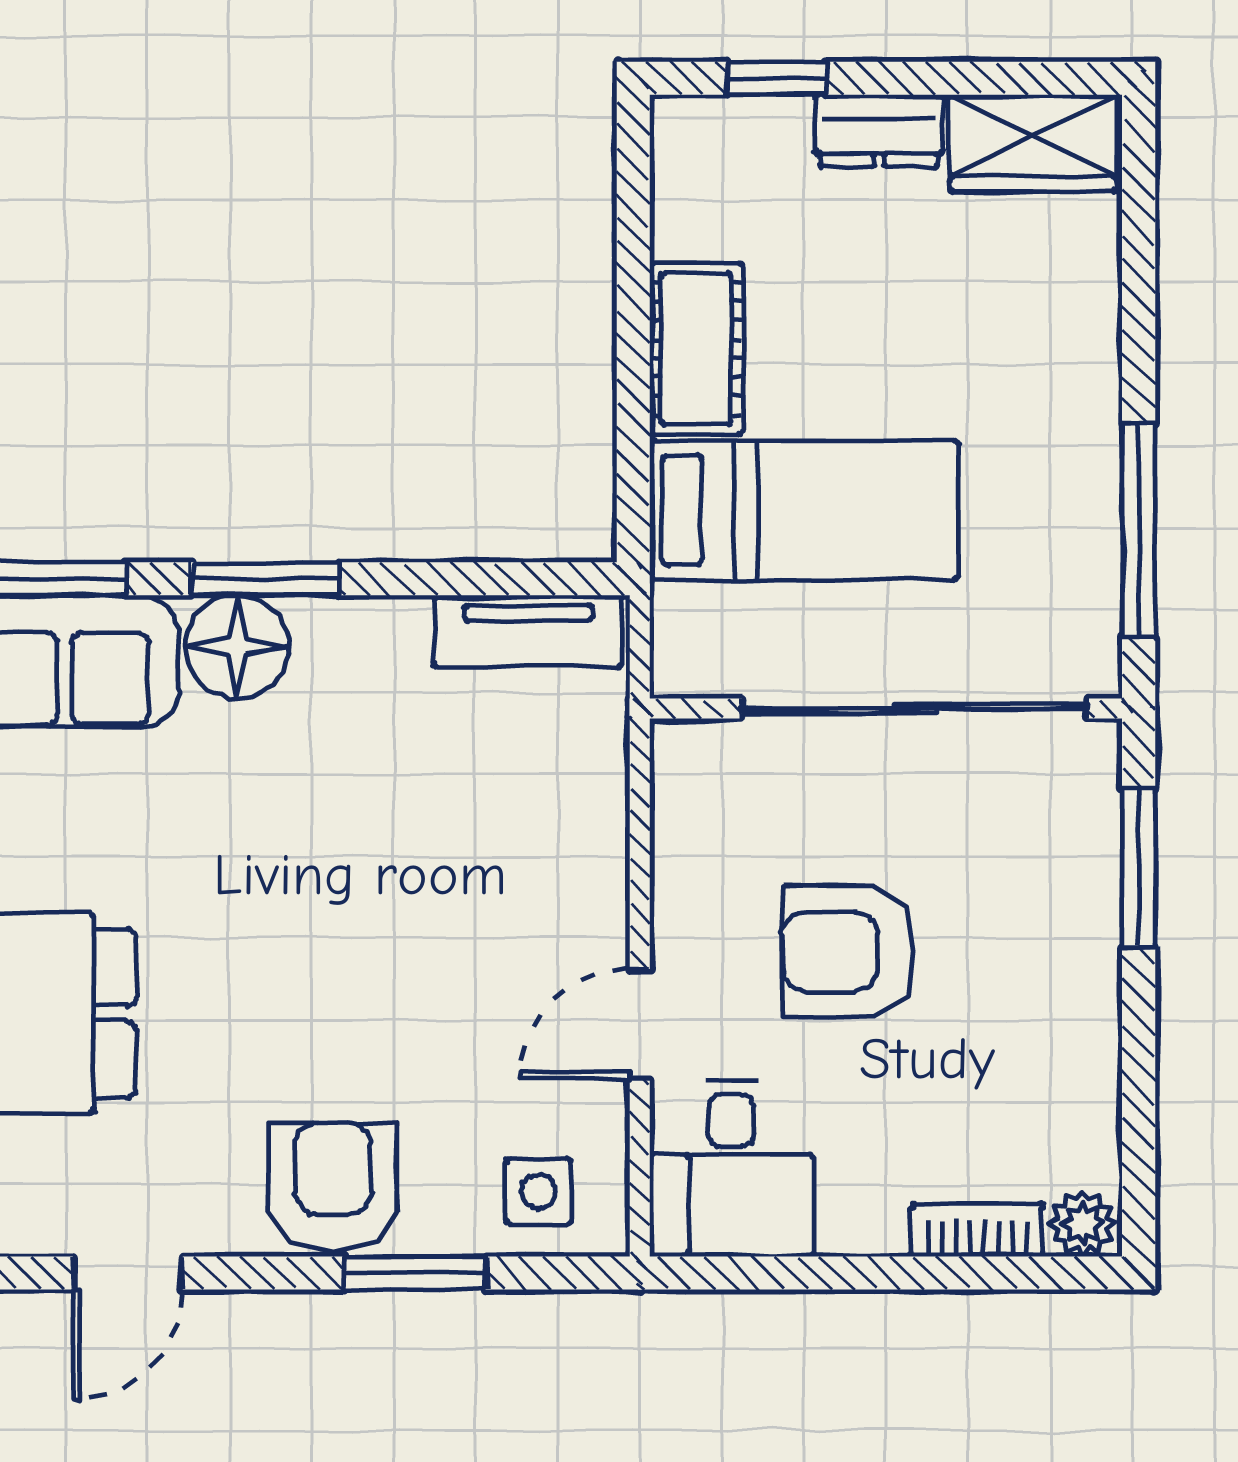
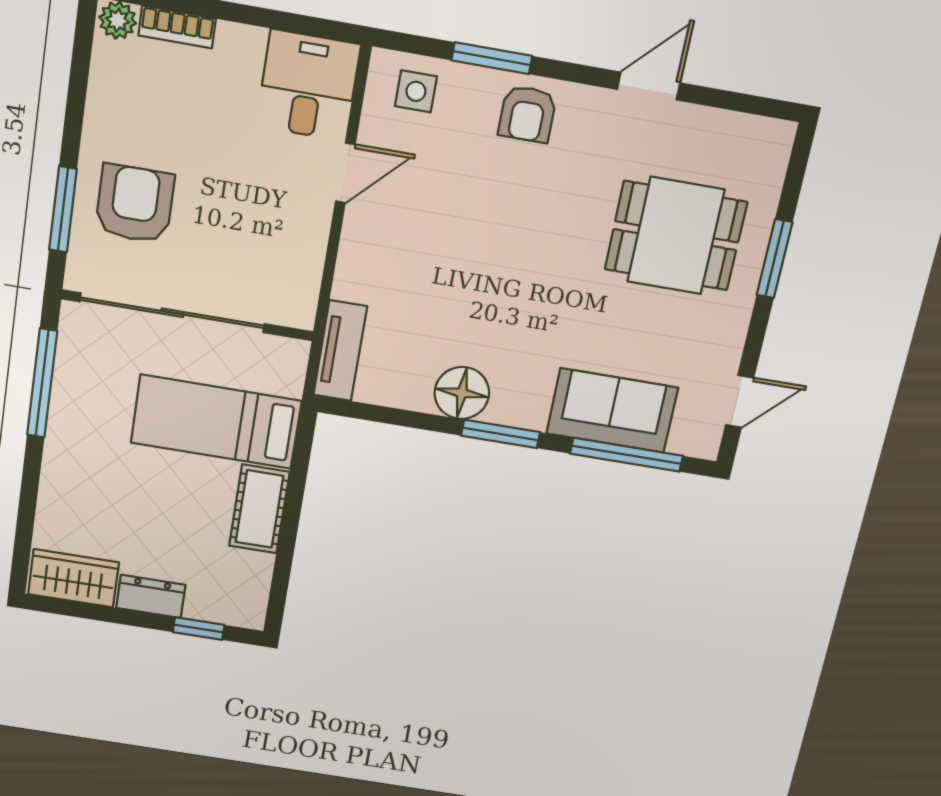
tv unit: (528, 631) -> (340, 351), moved, turned 90
floor lamp: (237, 647) -> (462, 393), moved
armchair: (848, 951) -> (135, 204), moved, turned -90
armchair: (333, 1186) -> (527, 114), width x0.72, depth x0.72

